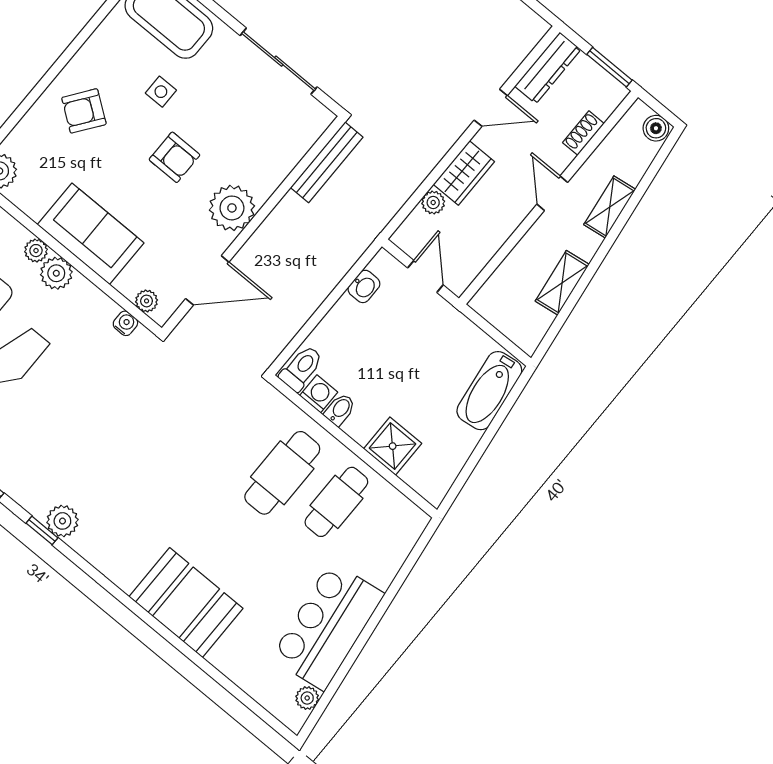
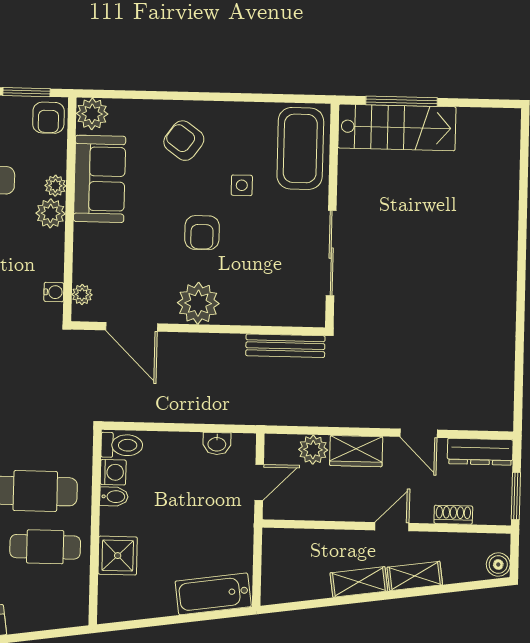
plant: (433, 203) -> (313, 450), width x1.38, depth x1.38
sofa: (91, 234) -> (100, 179), moved
shelving: (562, 283) -> (359, 582), moved

